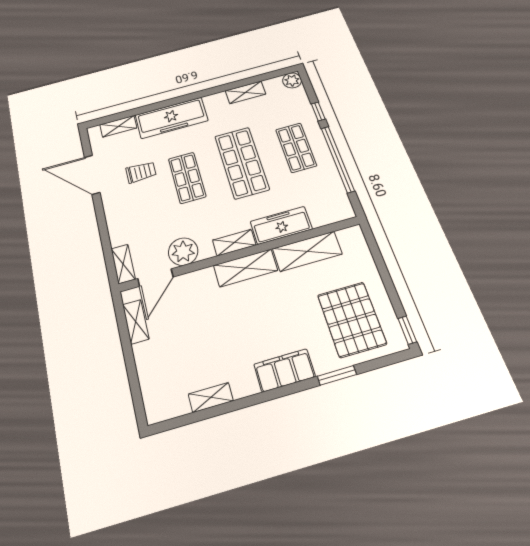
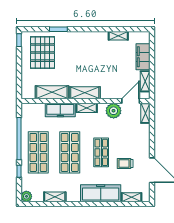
shop shelf: (296, 148) -> (38, 152), width x1.43, depth x1.36
filing cabinet: (285, 370) -> (143, 57), moved, turned 90

